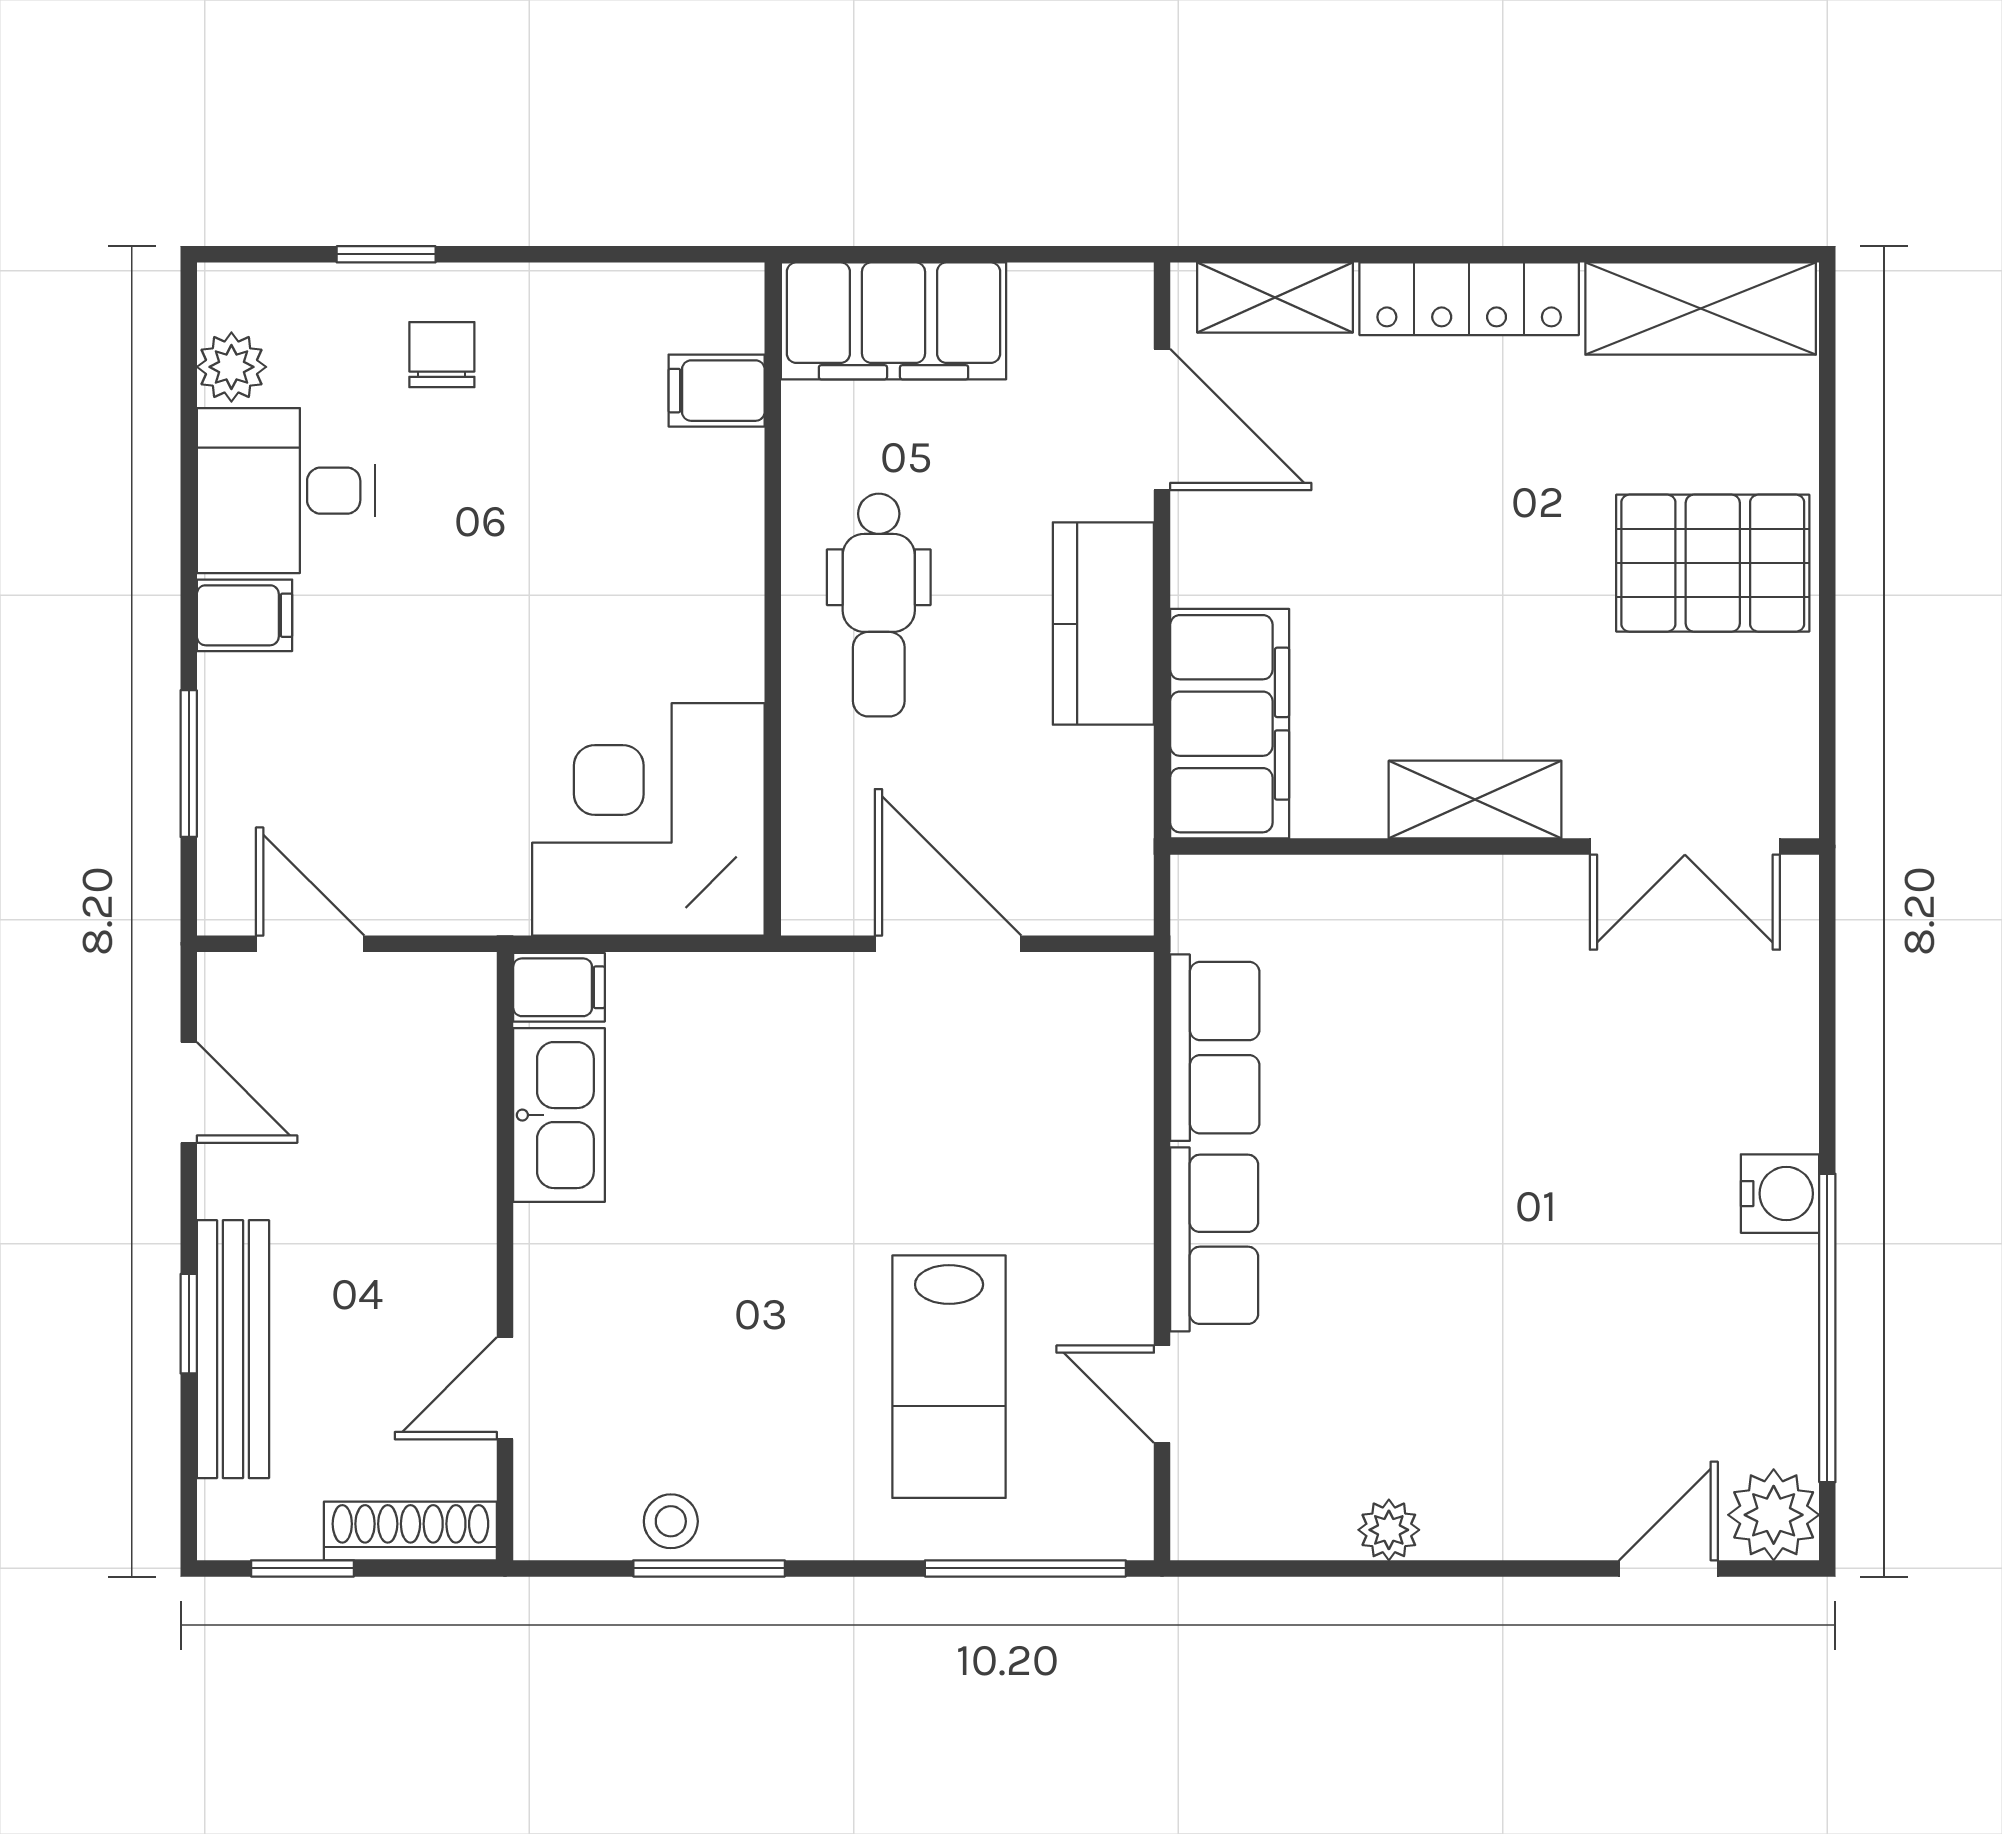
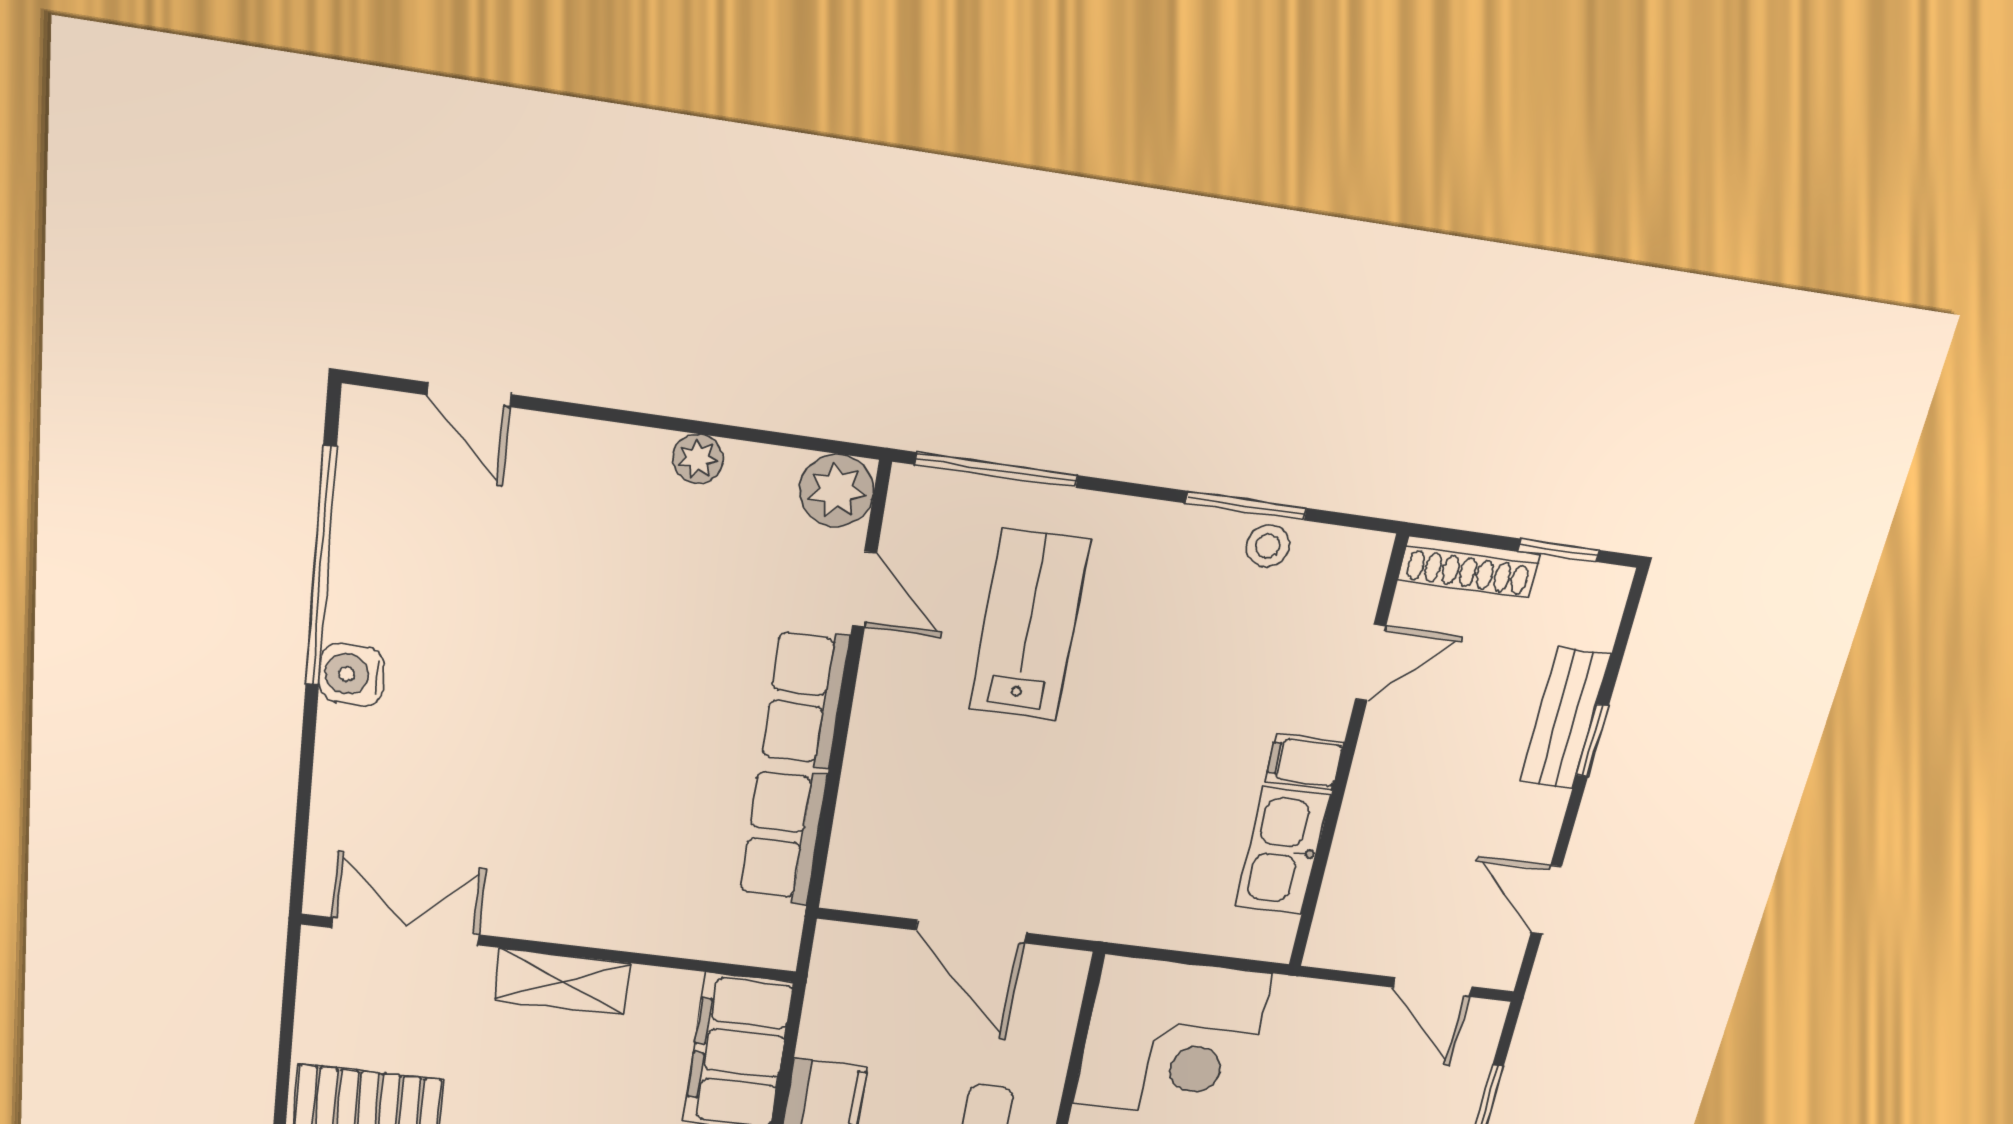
filing cabinet: (559, 987) -> (1304, 762), moved
bench: (233, 1349) -> (1565, 718), width x0.73
plant: (1774, 1515) -> (837, 490), moved
door: (1669, 1568) -> (469, 395), hinge flipped

